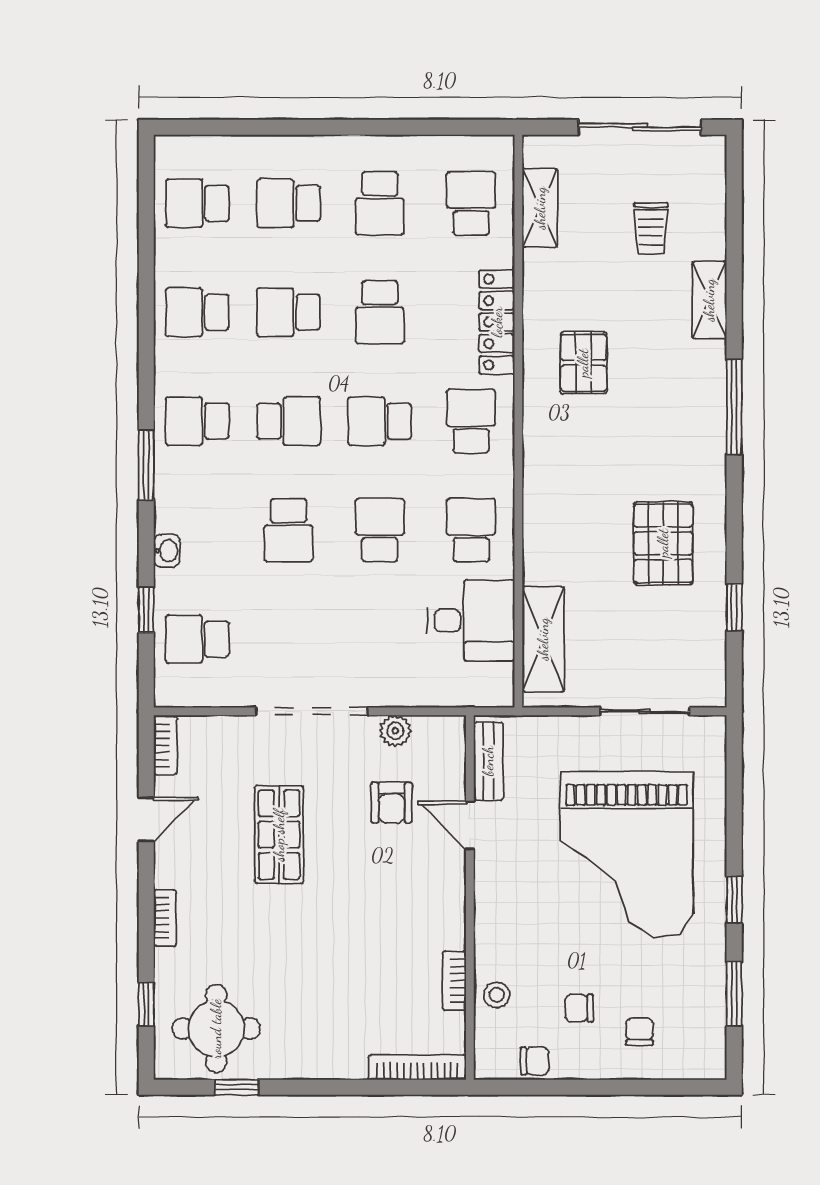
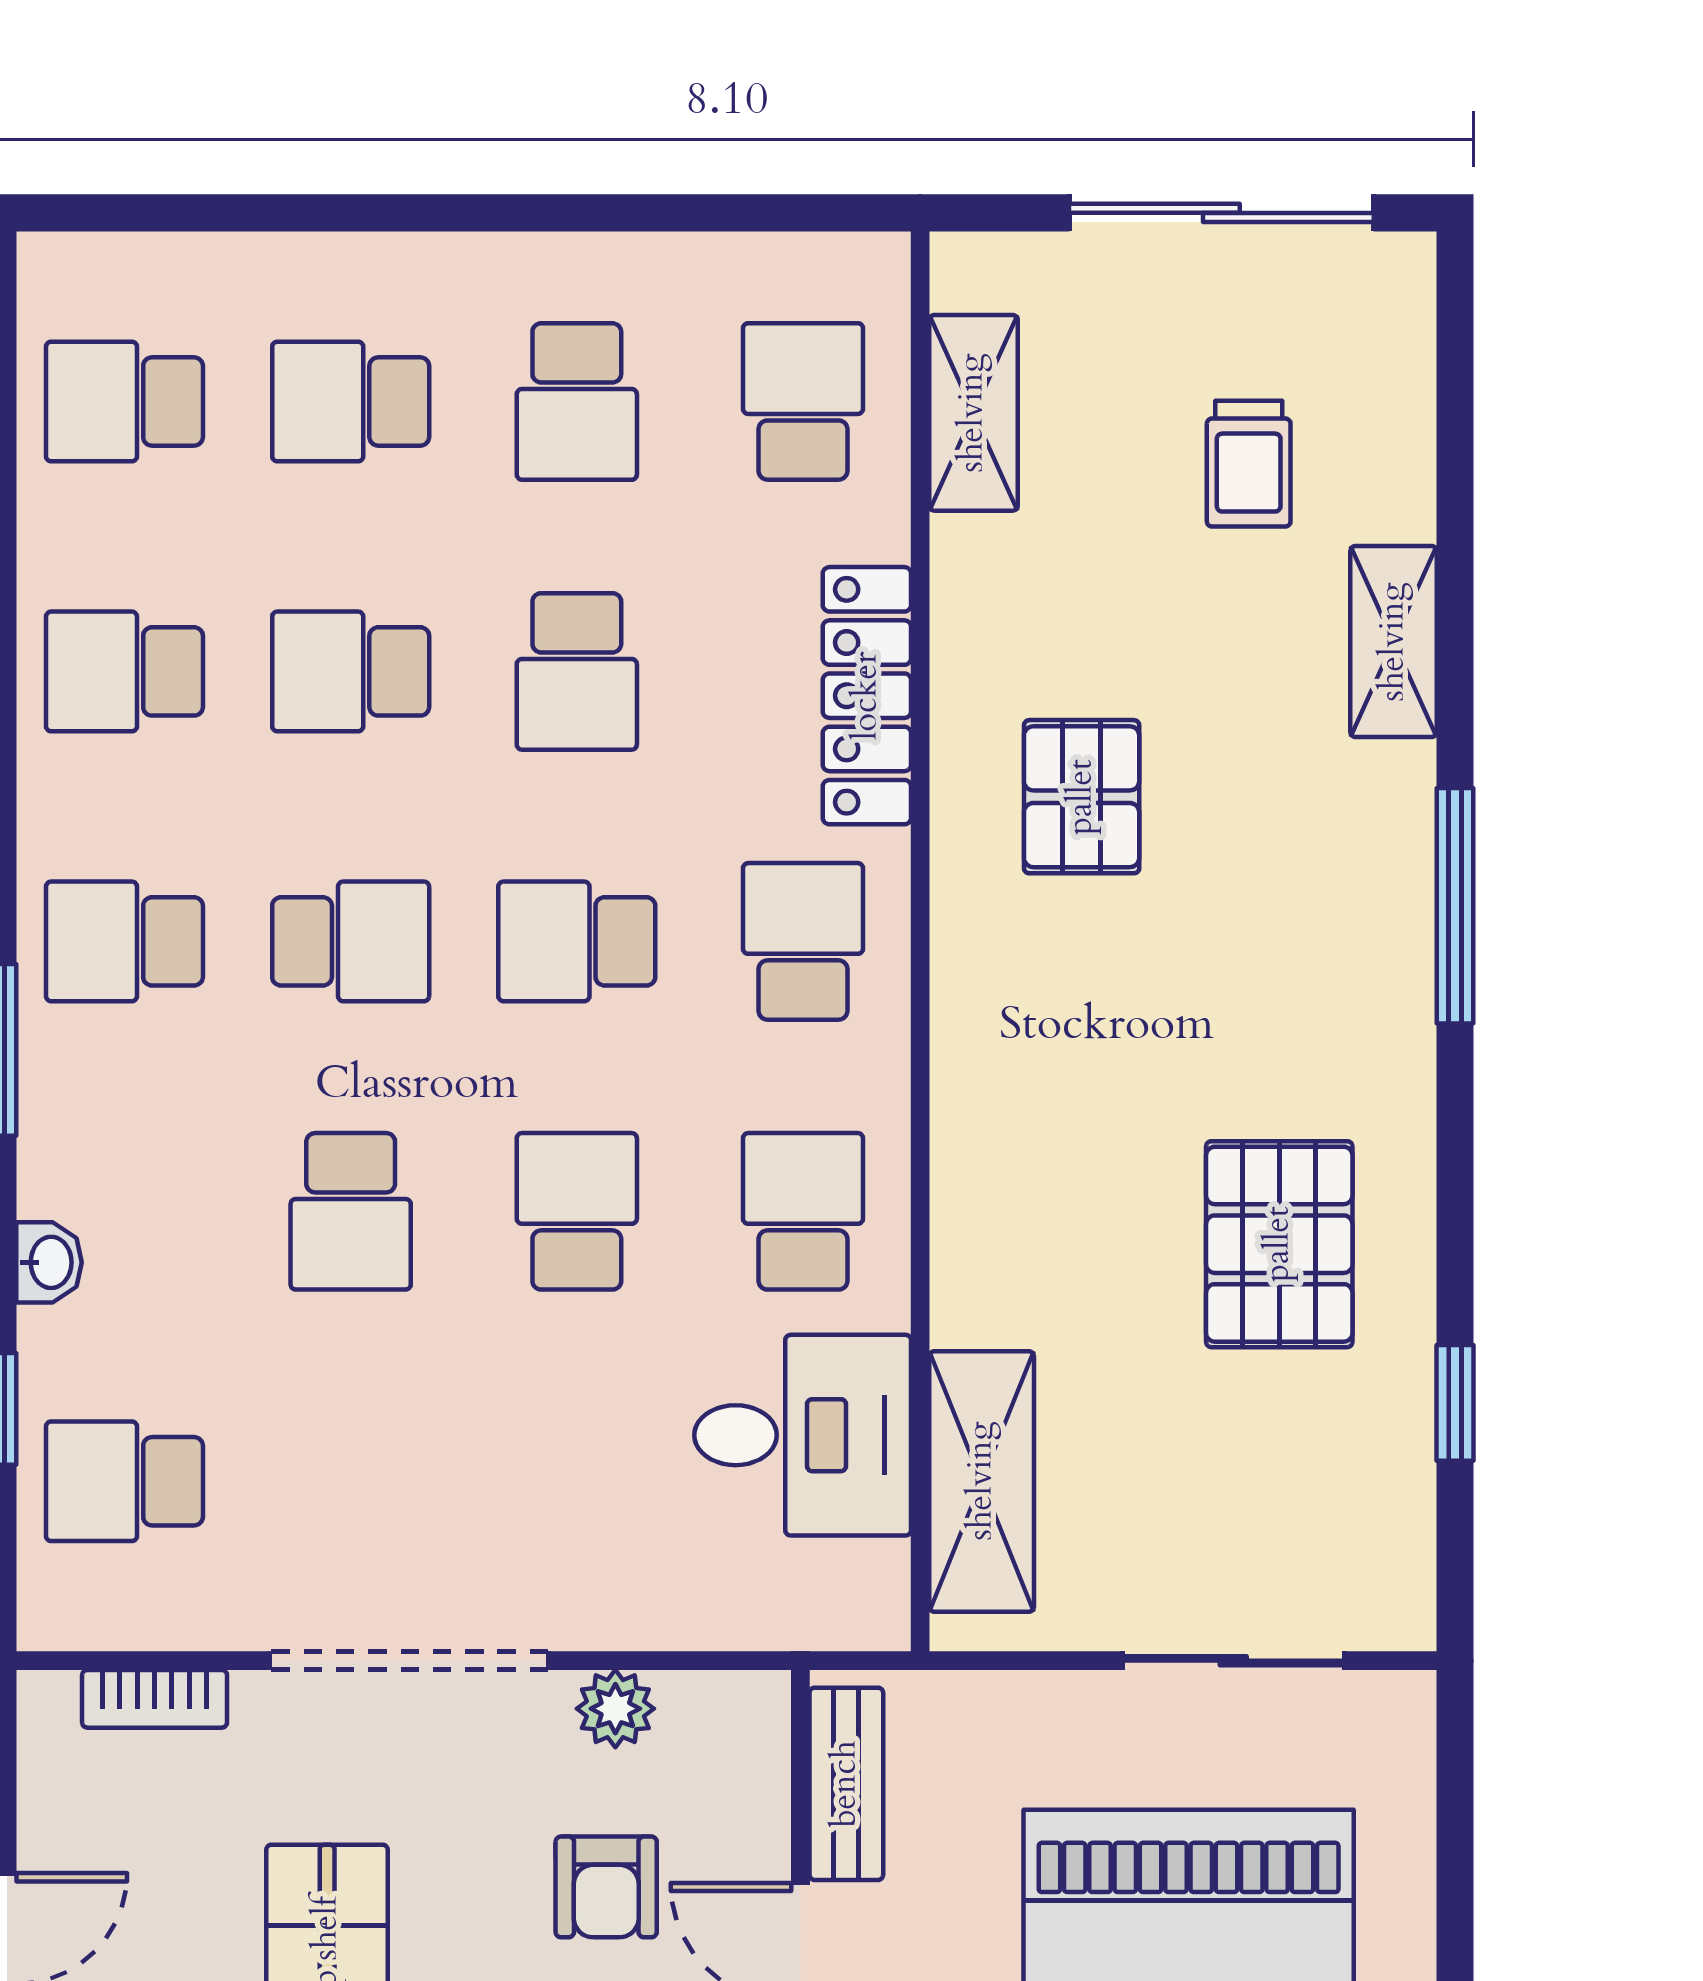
bookcase: (165, 746) -> (155, 1699), moved, turned 90

